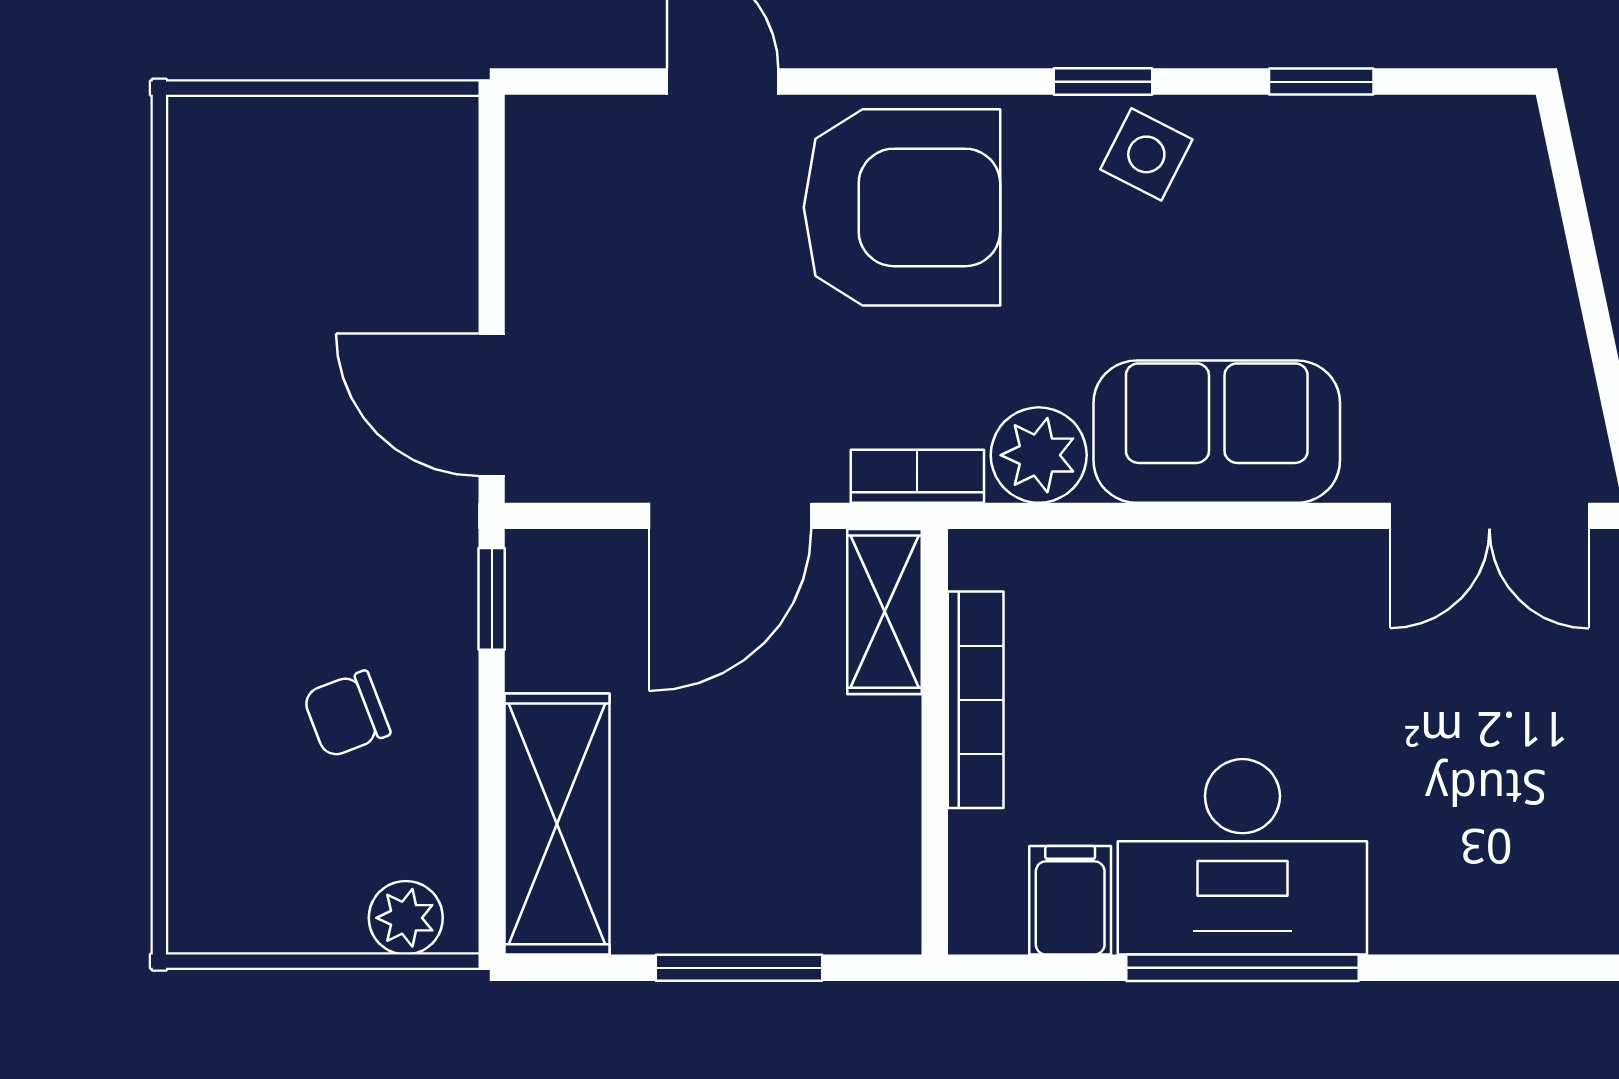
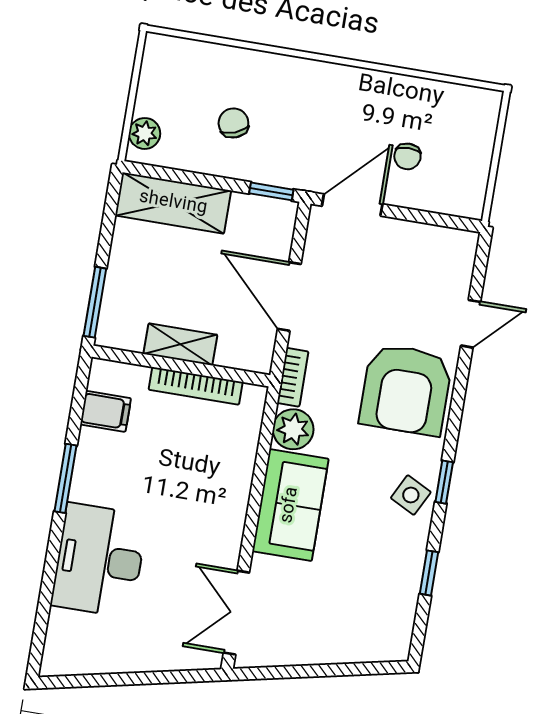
chair: (357, 295) -> (407, 156), added
shelving: (885, 612) -> (180, 344), moved
desk: (1242, 857) -> (99, 560), moved
window: (739, 968) -> (95, 302), moved
window: (1242, 968) -> (65, 478), width x0.69

